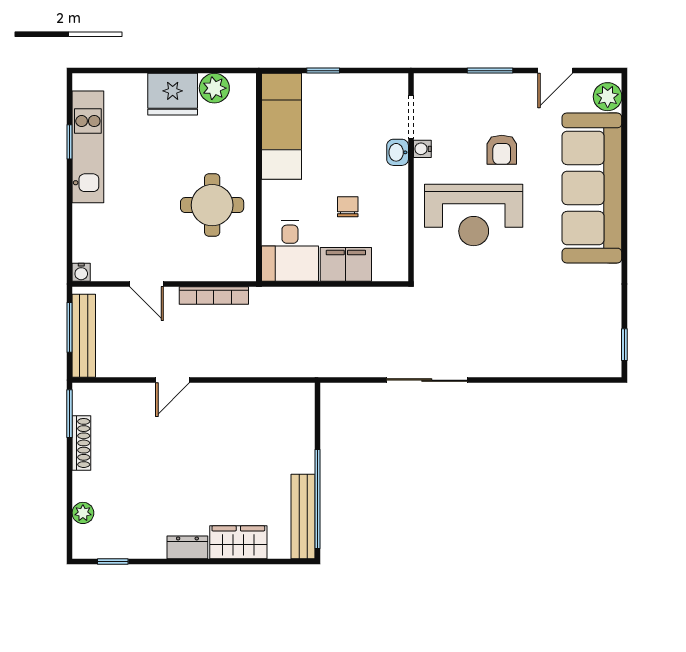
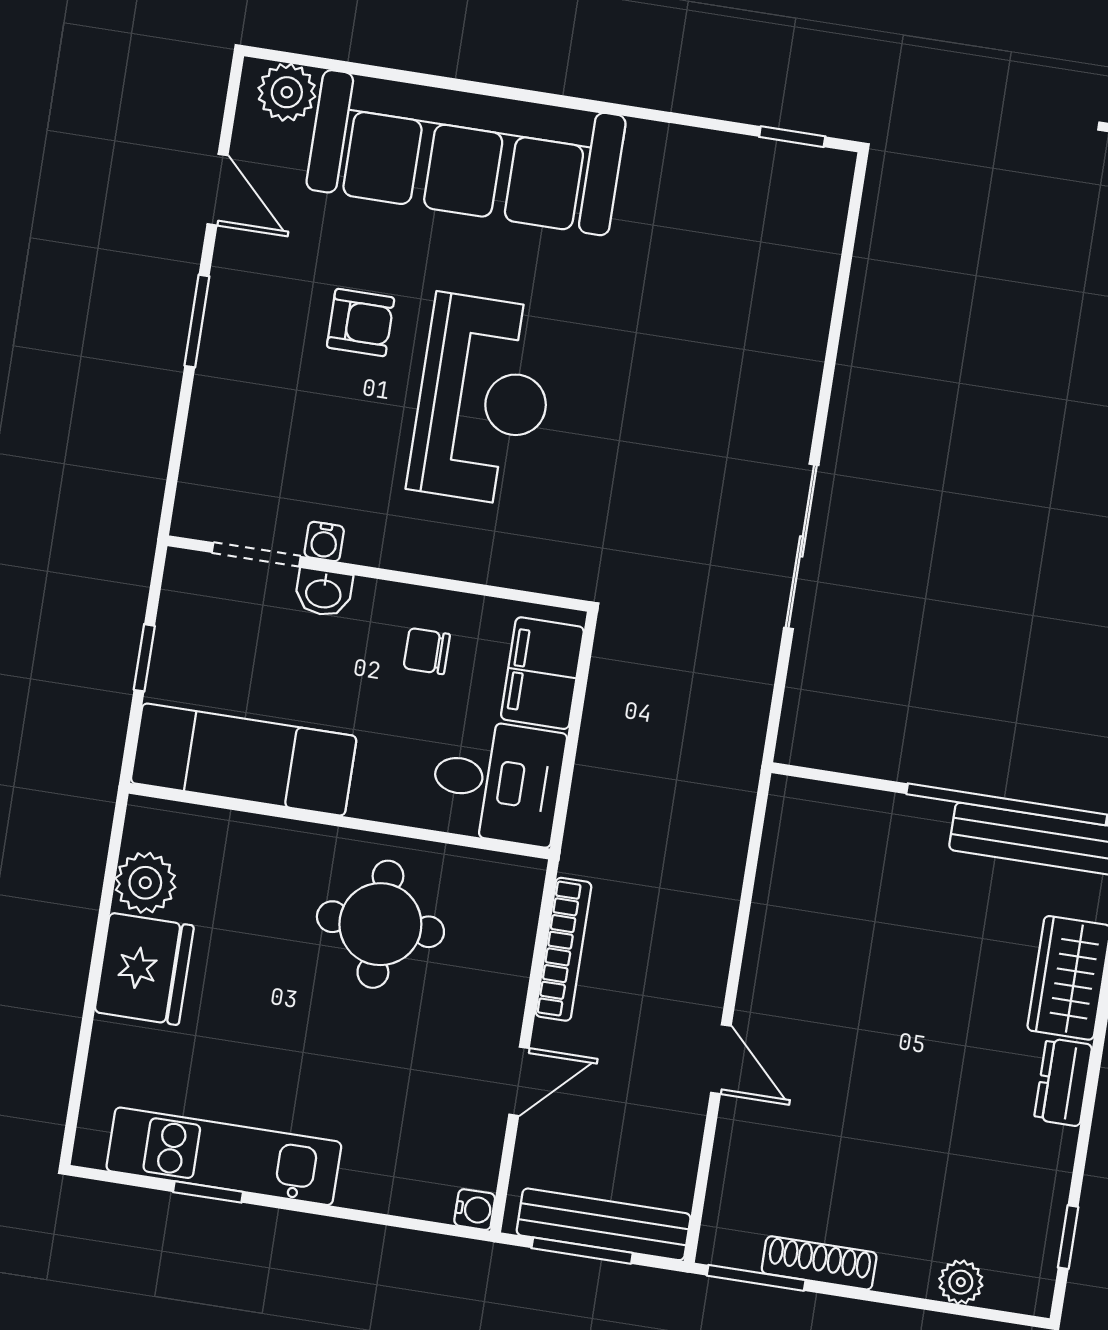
doorway: (411, 117) -> (256, 554), moved
water cooler: (422, 149) -> (324, 541), moved
washbasin: (398, 152) -> (323, 593), moved
wall: (411, 177) -> (378, 574), moved

